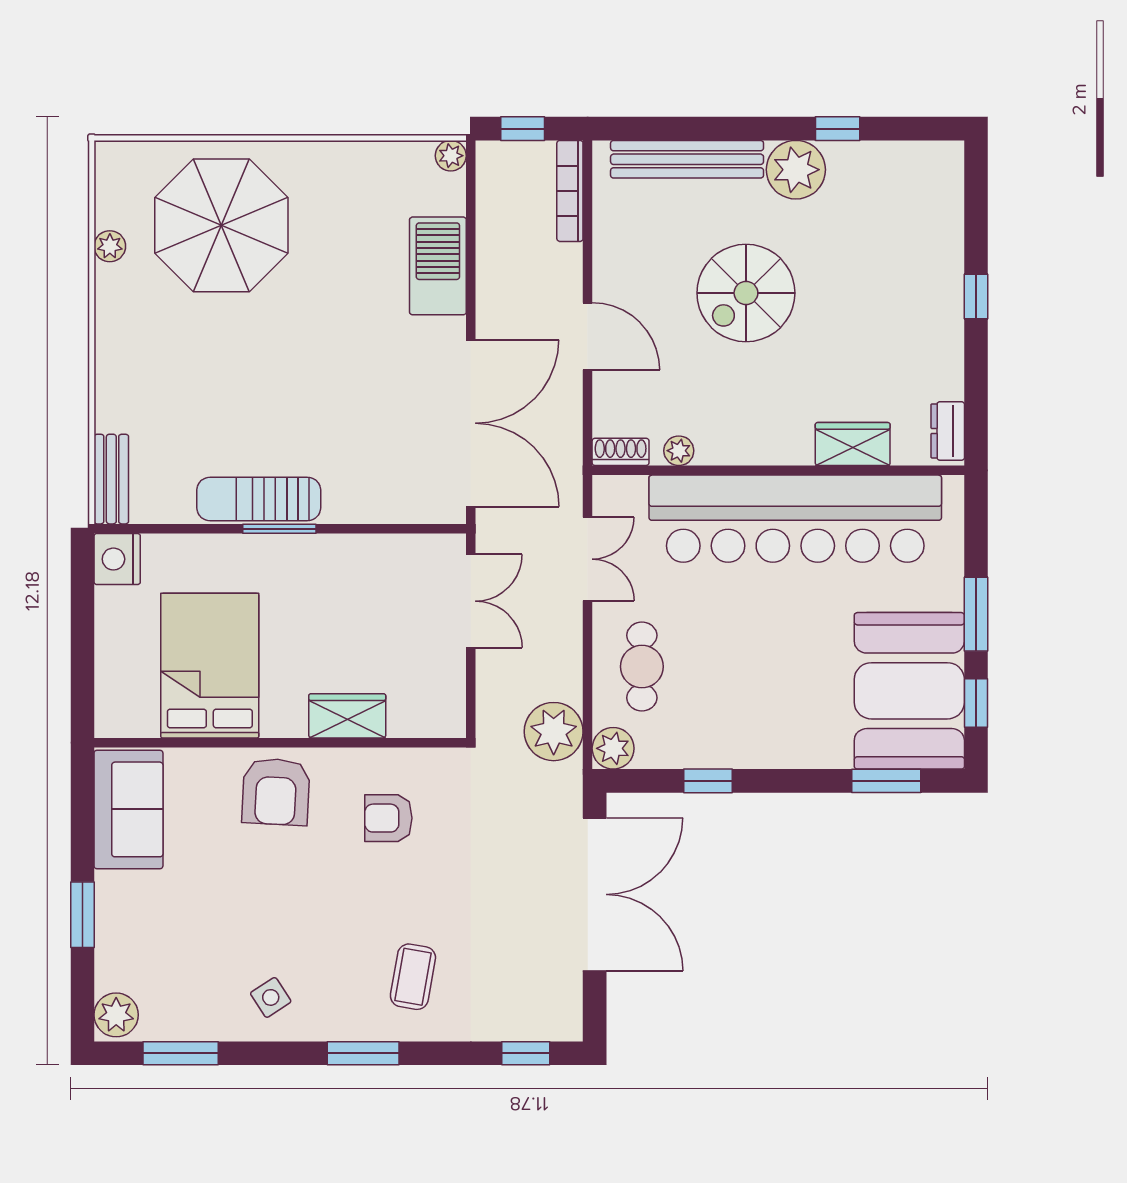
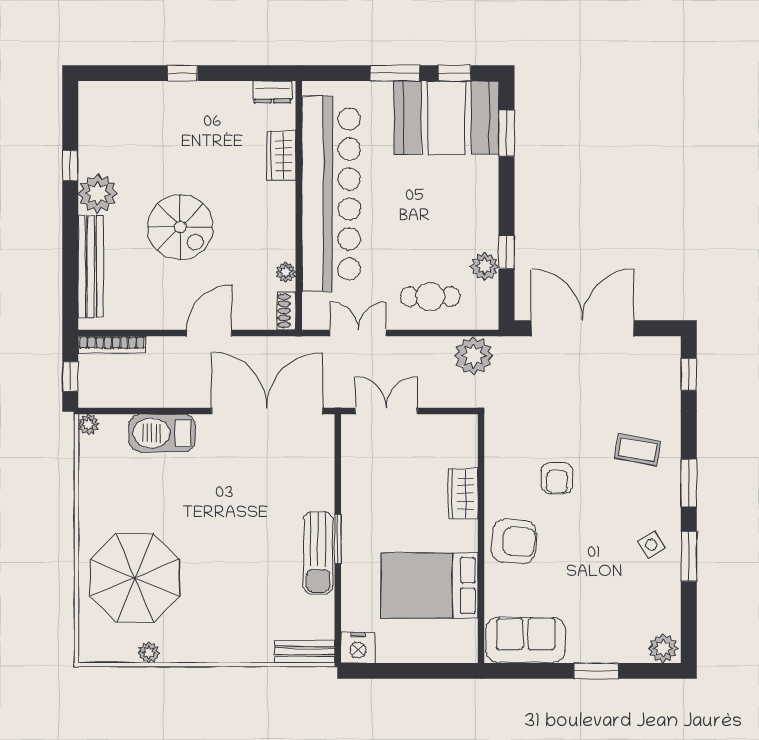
plant: (613, 748) -> (485, 266), moved
armchair: (388, 818) -> (557, 478), moved
window: (181, 1053) -> (689, 556), moved

